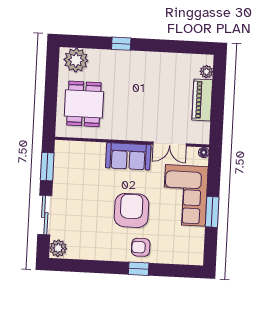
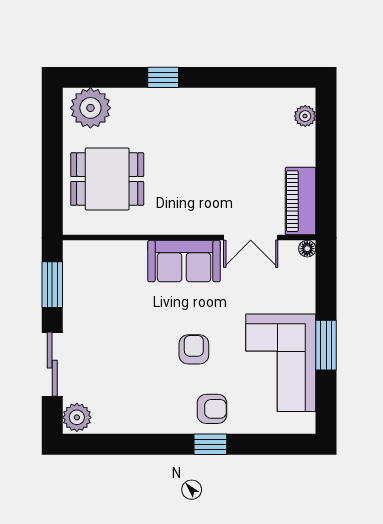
piano: (202, 100) -> (301, 201), moved
dining table: (84, 104) -> (107, 179), turned 90
corner sofa: (185, 195) -> (281, 363), moved
armchair: (131, 210) -> (194, 349), width x0.53, depth x0.53
armchair: (141, 247) -> (212, 409), turned 180

